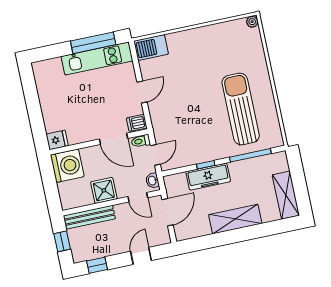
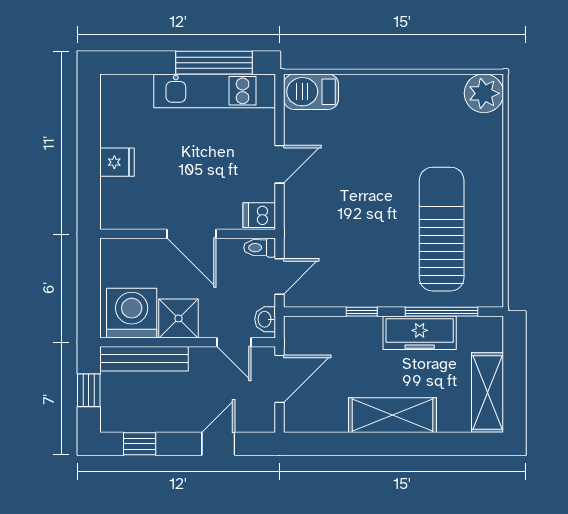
plant: (252, 22) -> (484, 93), width x1.88, depth x1.88
door: (113, 139) -> (191, 234), moved
fridge: (57, 140) -> (117, 162), moved
washing machine: (67, 166) -> (132, 313), moved, turned -90
freezer: (208, 177) -> (420, 333), moved

